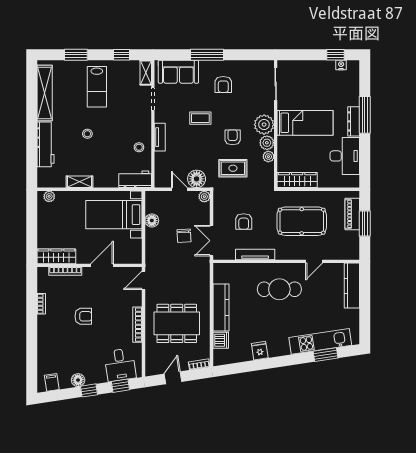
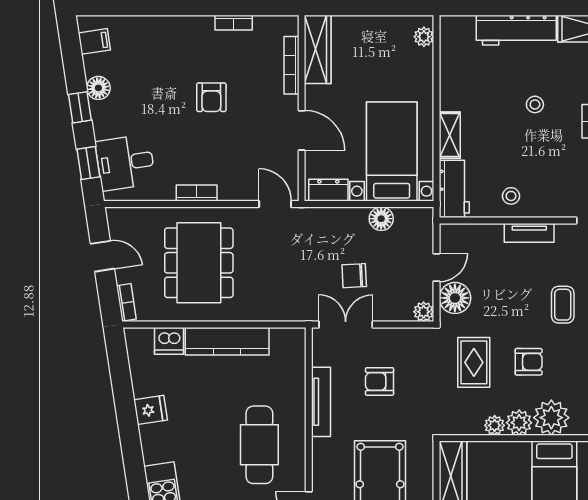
shelving: (80, 182) -> (450, 135), moved
dresser: (136, 250) -> (328, 190), added
bookcase: (137, 325) -> (197, 193), width x0.64

